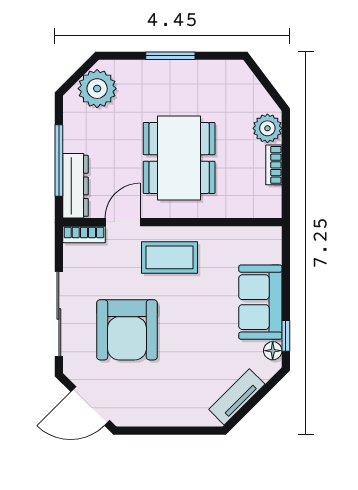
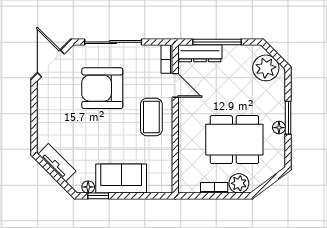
floor lamp: (185, 69) -> (279, 128), added
dining table: (179, 158) -> (234, 140), moved

